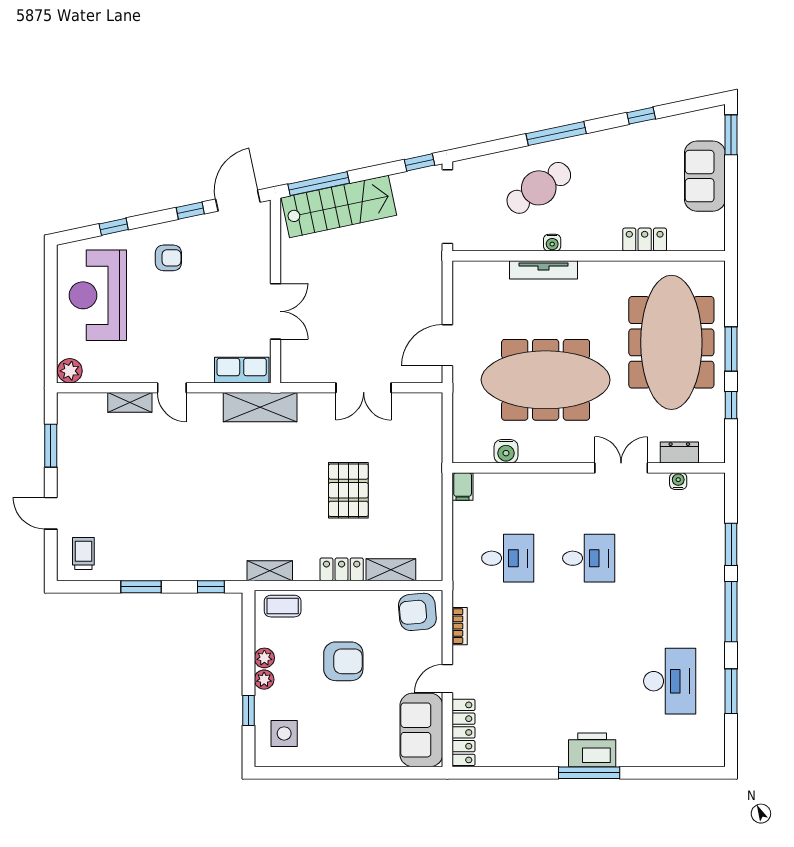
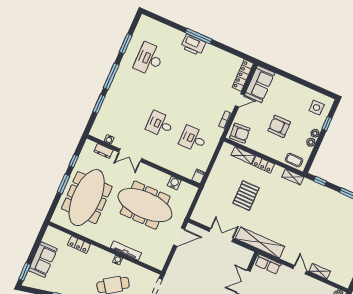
shelving: (260, 407) -> (260, 243), width x1.47

